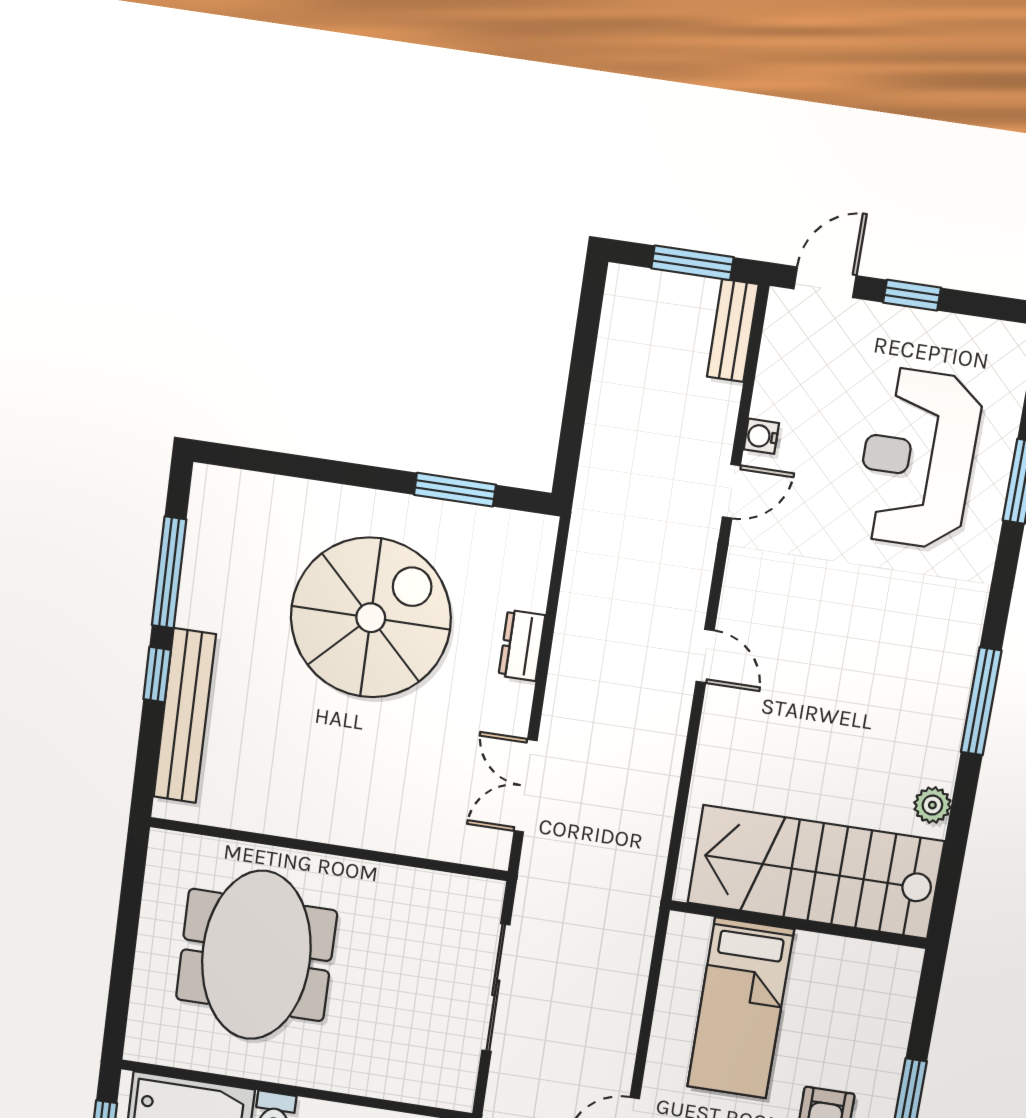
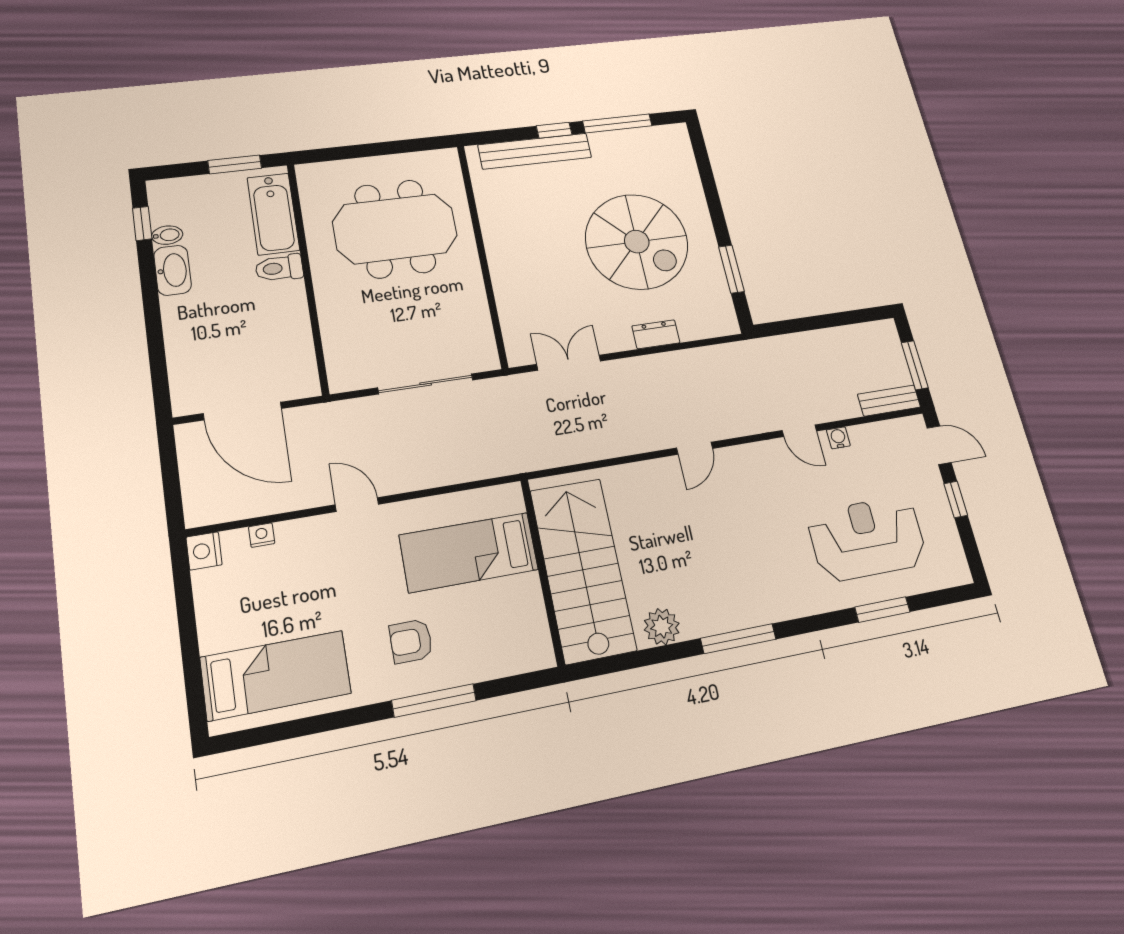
plant: (932, 805) -> (662, 627), width x1.38, depth x1.38

